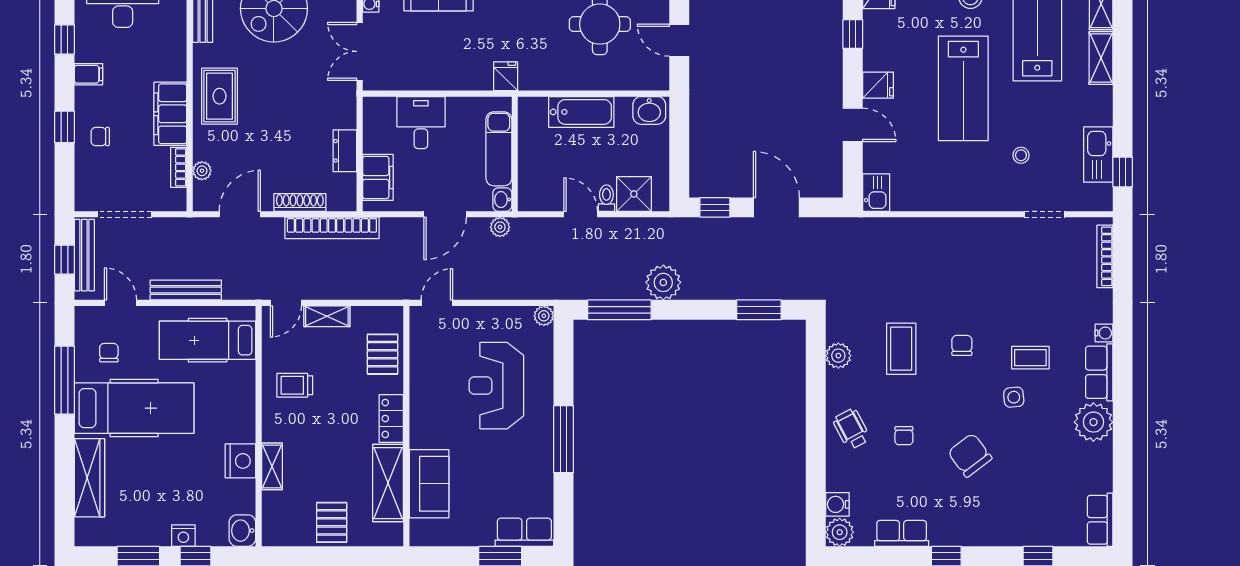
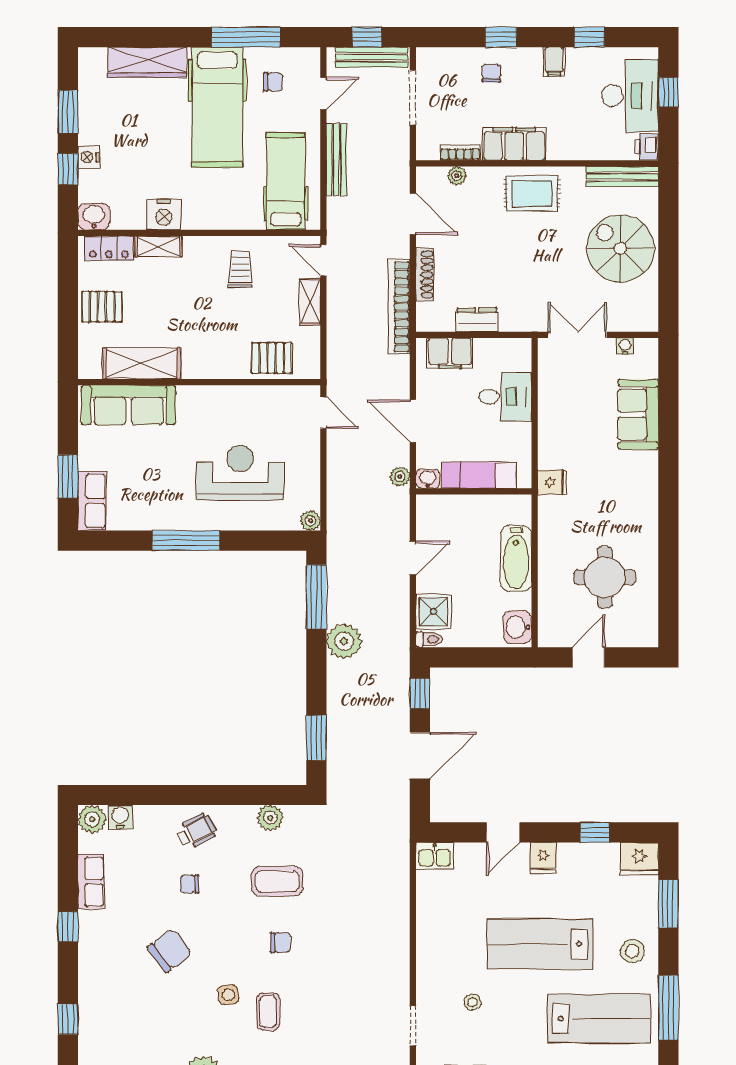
toilet: (606, 198) -> (429, 639), moved
locker: (391, 419) -> (109, 248), moved, turned 180
sofa: (429, 484) -> (129, 405), width x1.36

